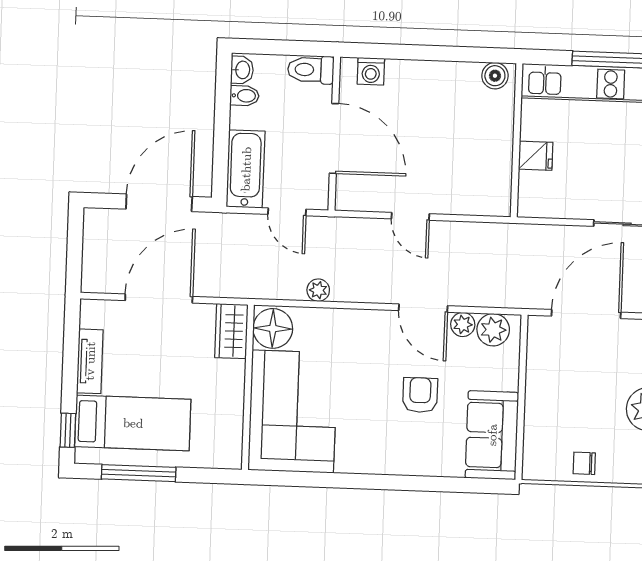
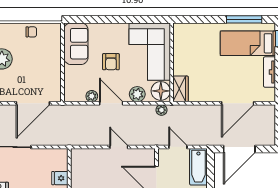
floor lamp: (273, 328) -> (161, 91), moved
plant: (493, 330) -> (137, 94), moved
wardrobe: (231, 331) -> (181, 89), moved
wall: (248, 387) -> (172, 62), moved
corner sofa: (293, 412) -> (150, 52), moved

